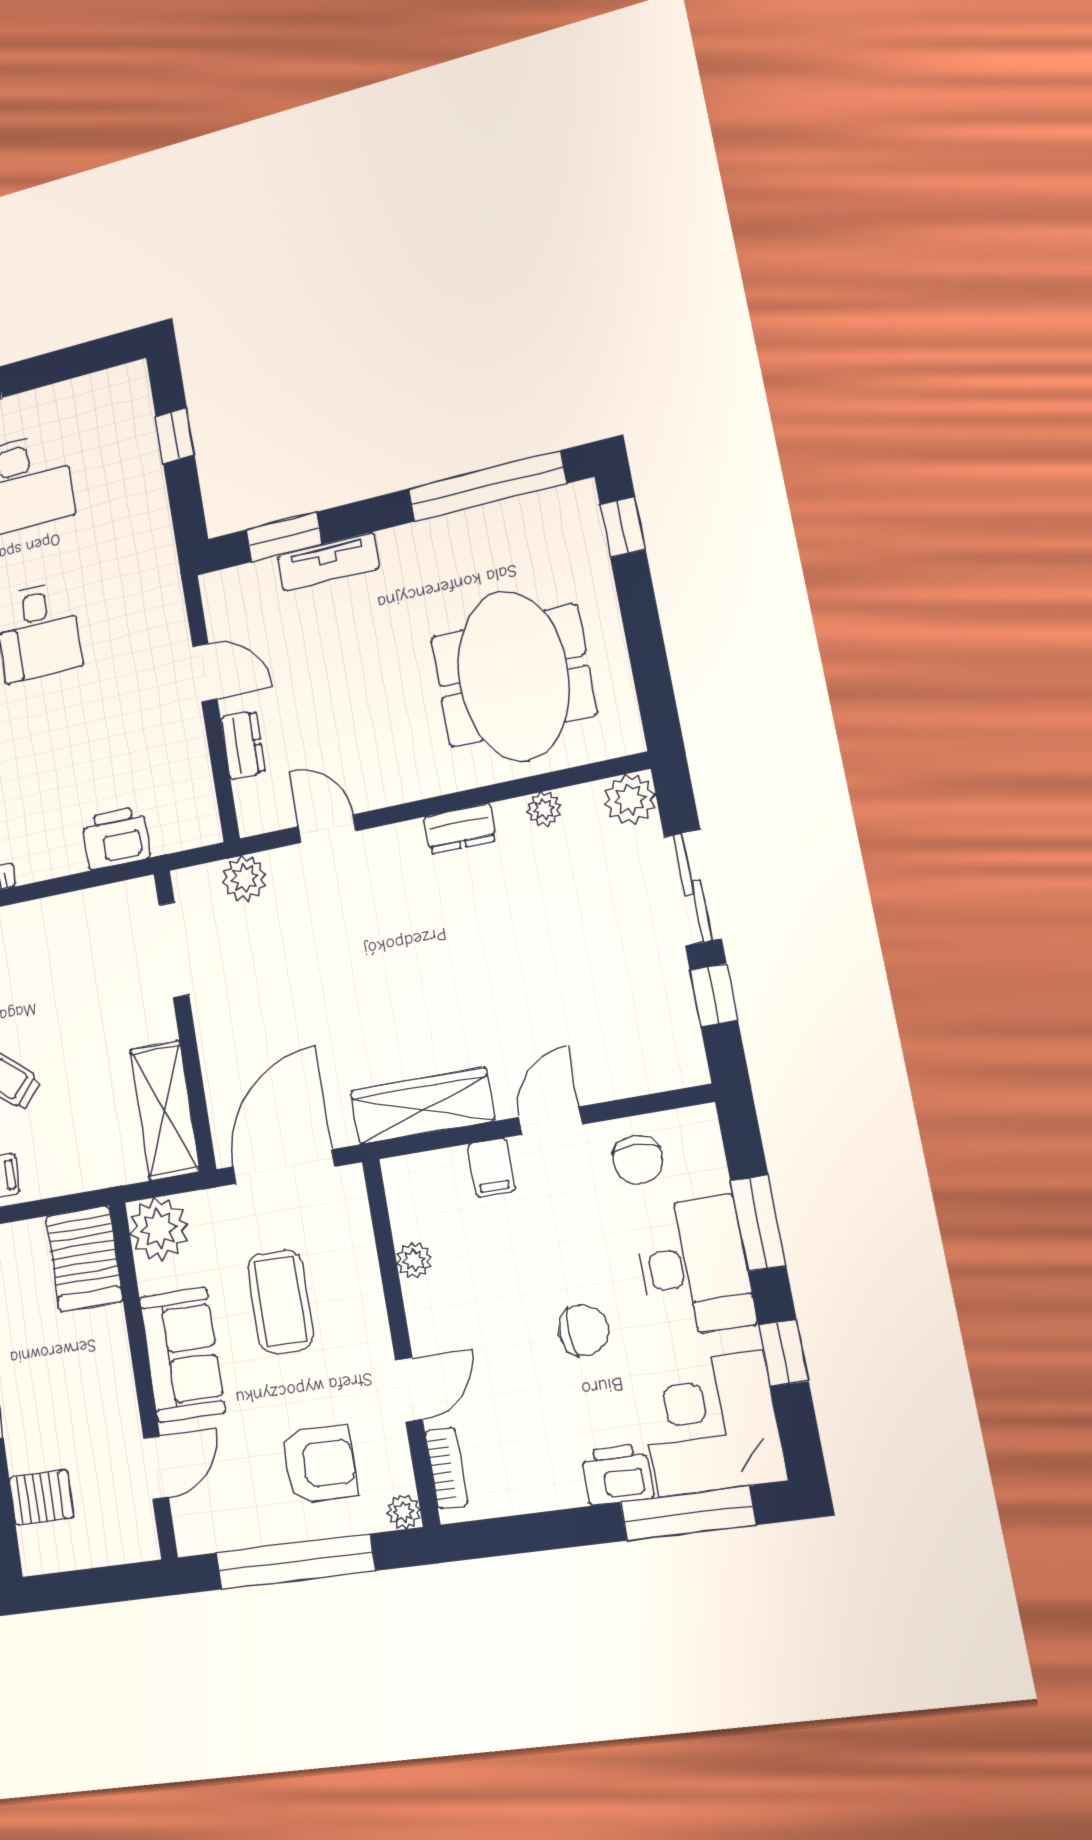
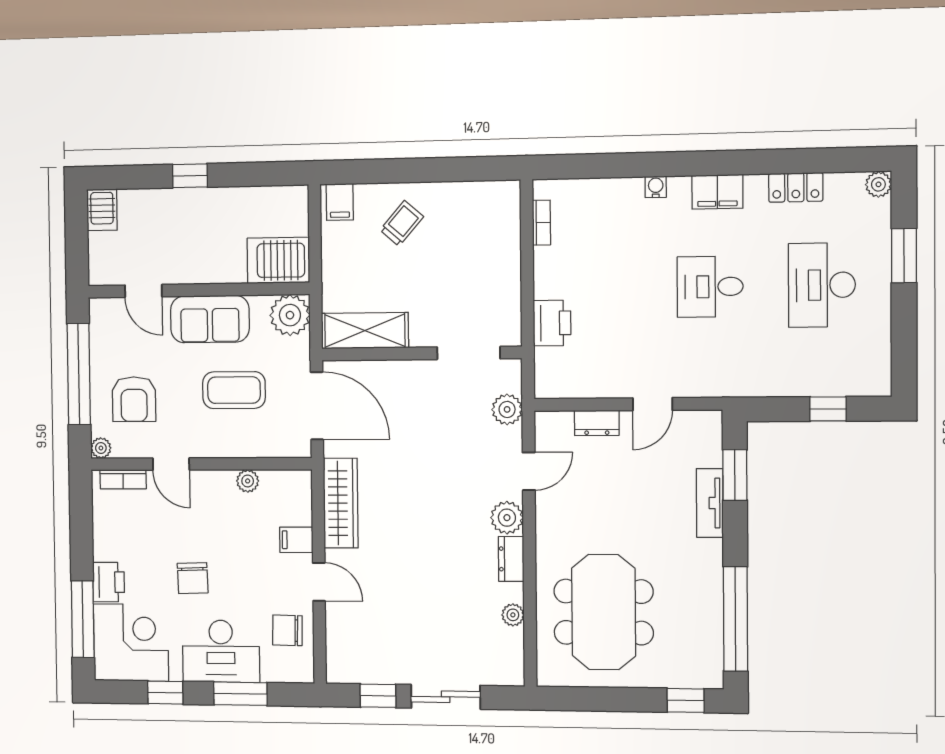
meeting table: (513, 676) -> (604, 612), turned 90
plant: (630, 799) -> (507, 518), moved
server rack: (41, 1497) -> (102, 210), moved

